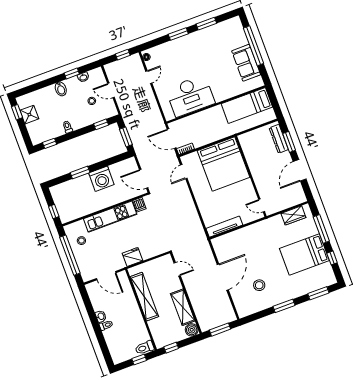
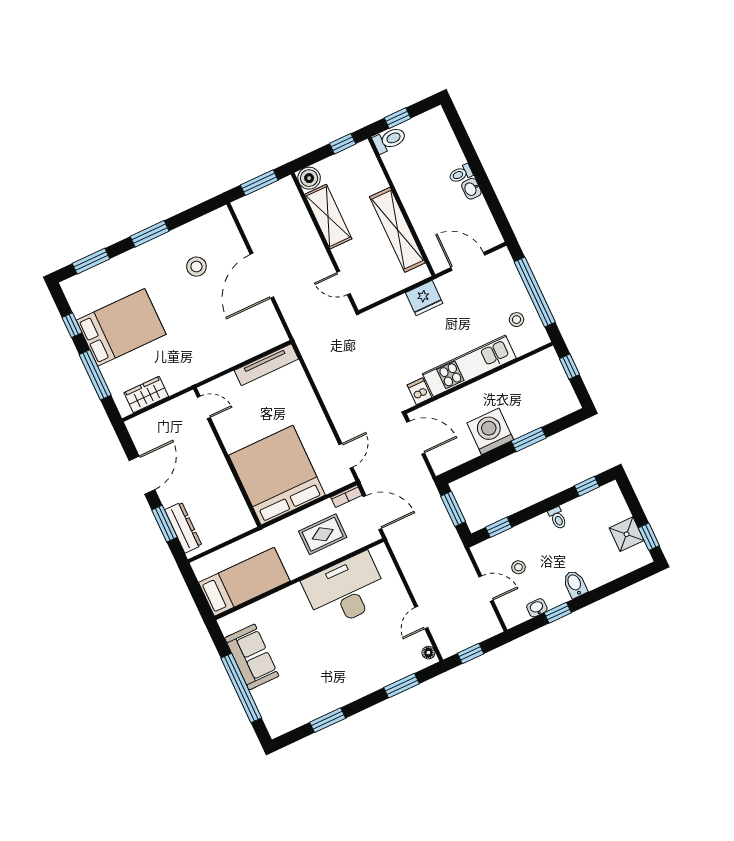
window: (178, 34) -> (401, 686), moved
rug: (201, 129) -> (323, 534), added

